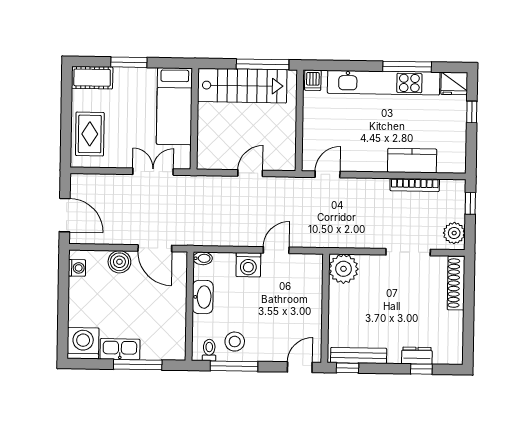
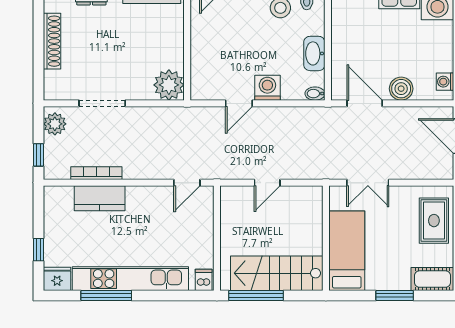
shoe rack: (456, 283) -> (52, 41), moved

